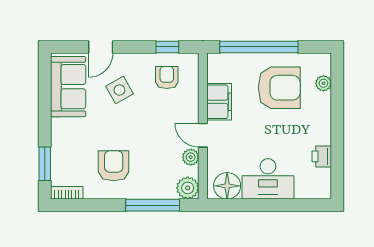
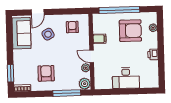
window: (167, 47) -> (72, 11), removed
filing cabinet: (219, 102) -> (100, 39), width x0.50
printer: (322, 156) -> (153, 54), moved
floor lamp: (227, 186) -> (105, 82), removed

